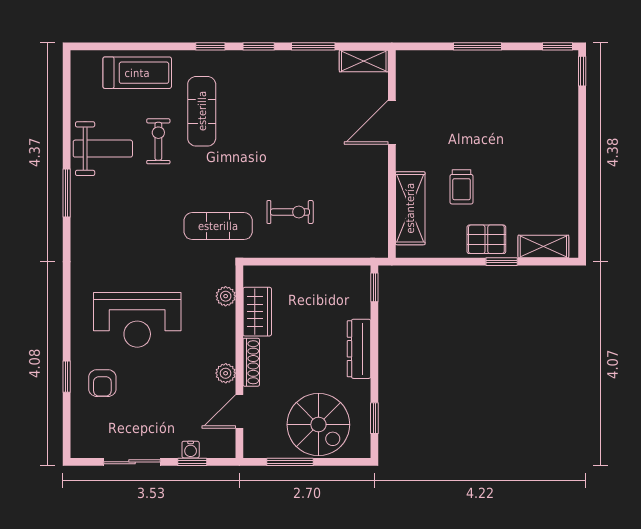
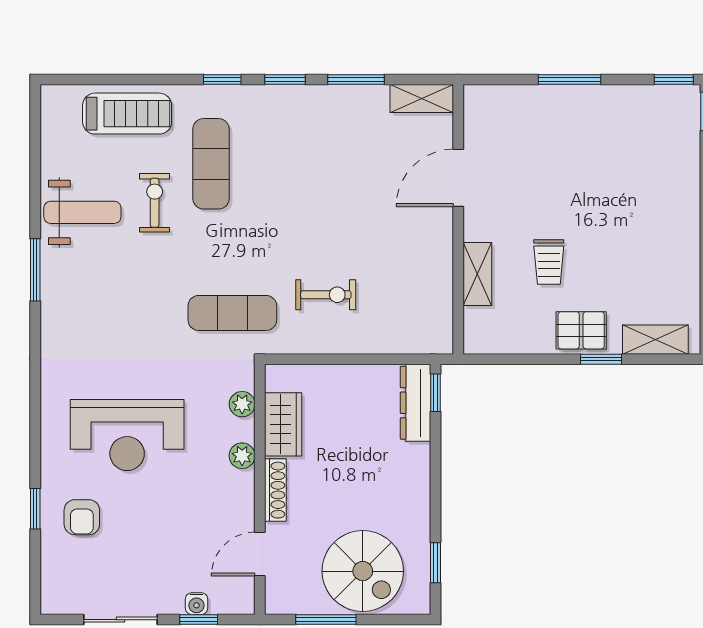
shelving: (410, 208) -> (477, 274), width x0.67, depth x0.75
dresser: (359, 349) -> (416, 403), moved
plant: (226, 373) -> (242, 456), moved

